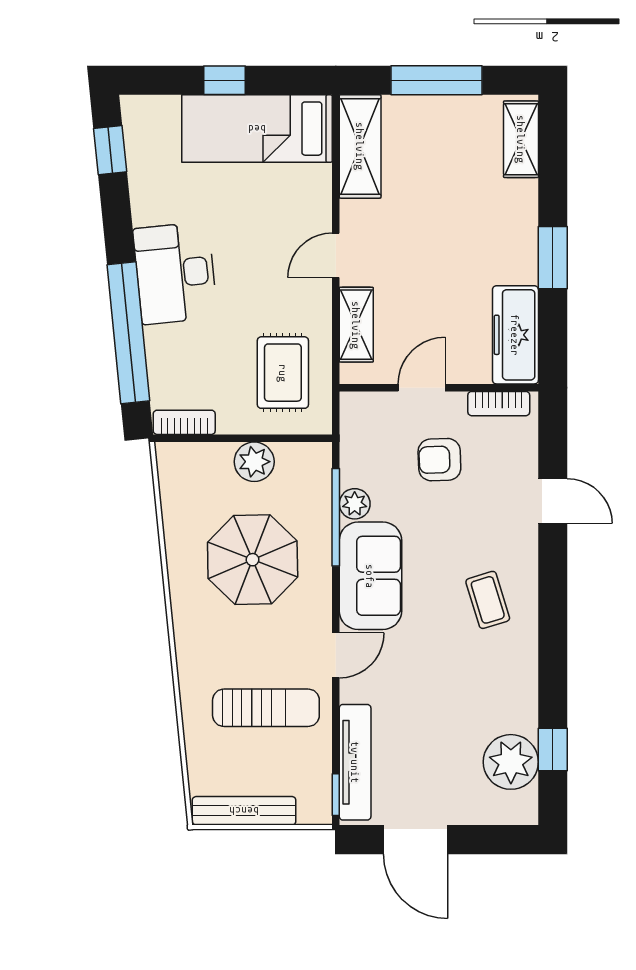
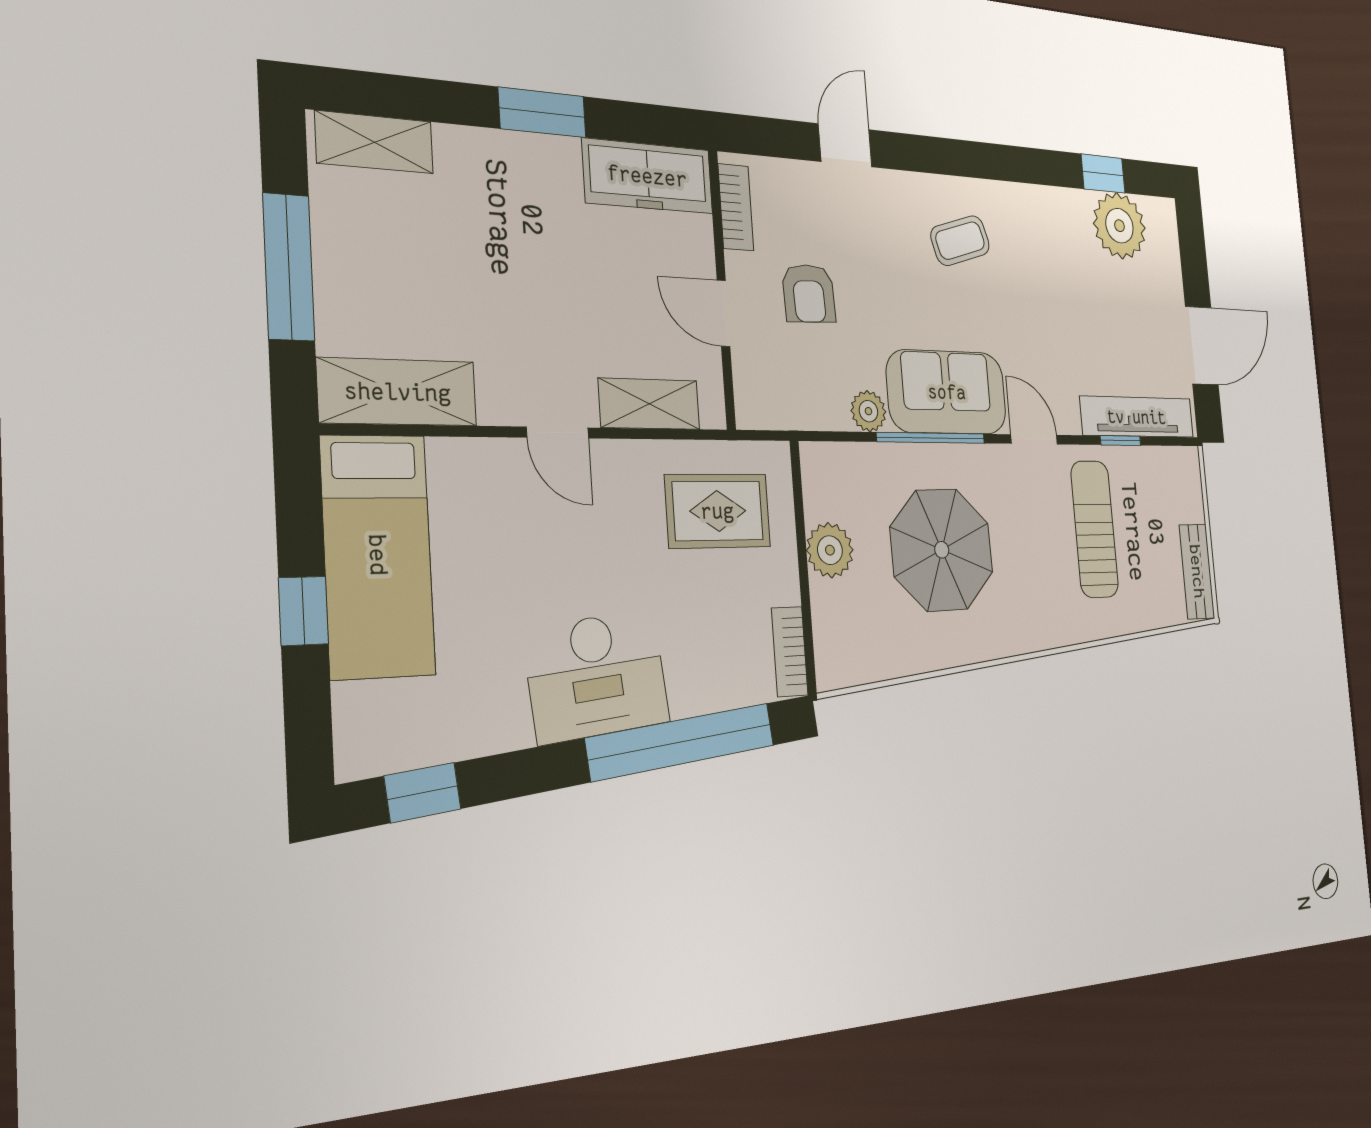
window: (336, 517) -> (931, 438), moved
window: (336, 795) -> (1120, 441), moved
bench: (244, 811) -> (1197, 572), width x0.73

